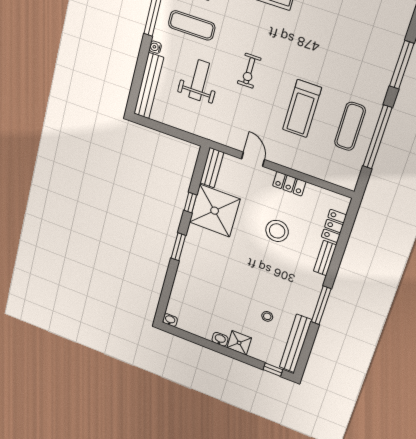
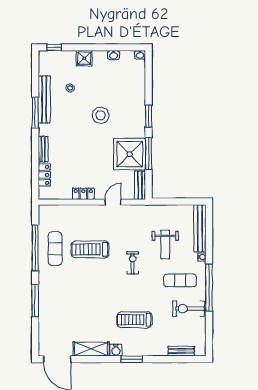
treadmill: (302, 109) -> (90, 249), turned -90
door: (253, 159) -> (113, 202), swing flipped
window: (190, 203) -> (149, 153), width x2.17
stool: (277, 231) -> (101, 115), moved
washbasin: (220, 339) -> (114, 55), moved
bench: (295, 344) -> (44, 100), moved

